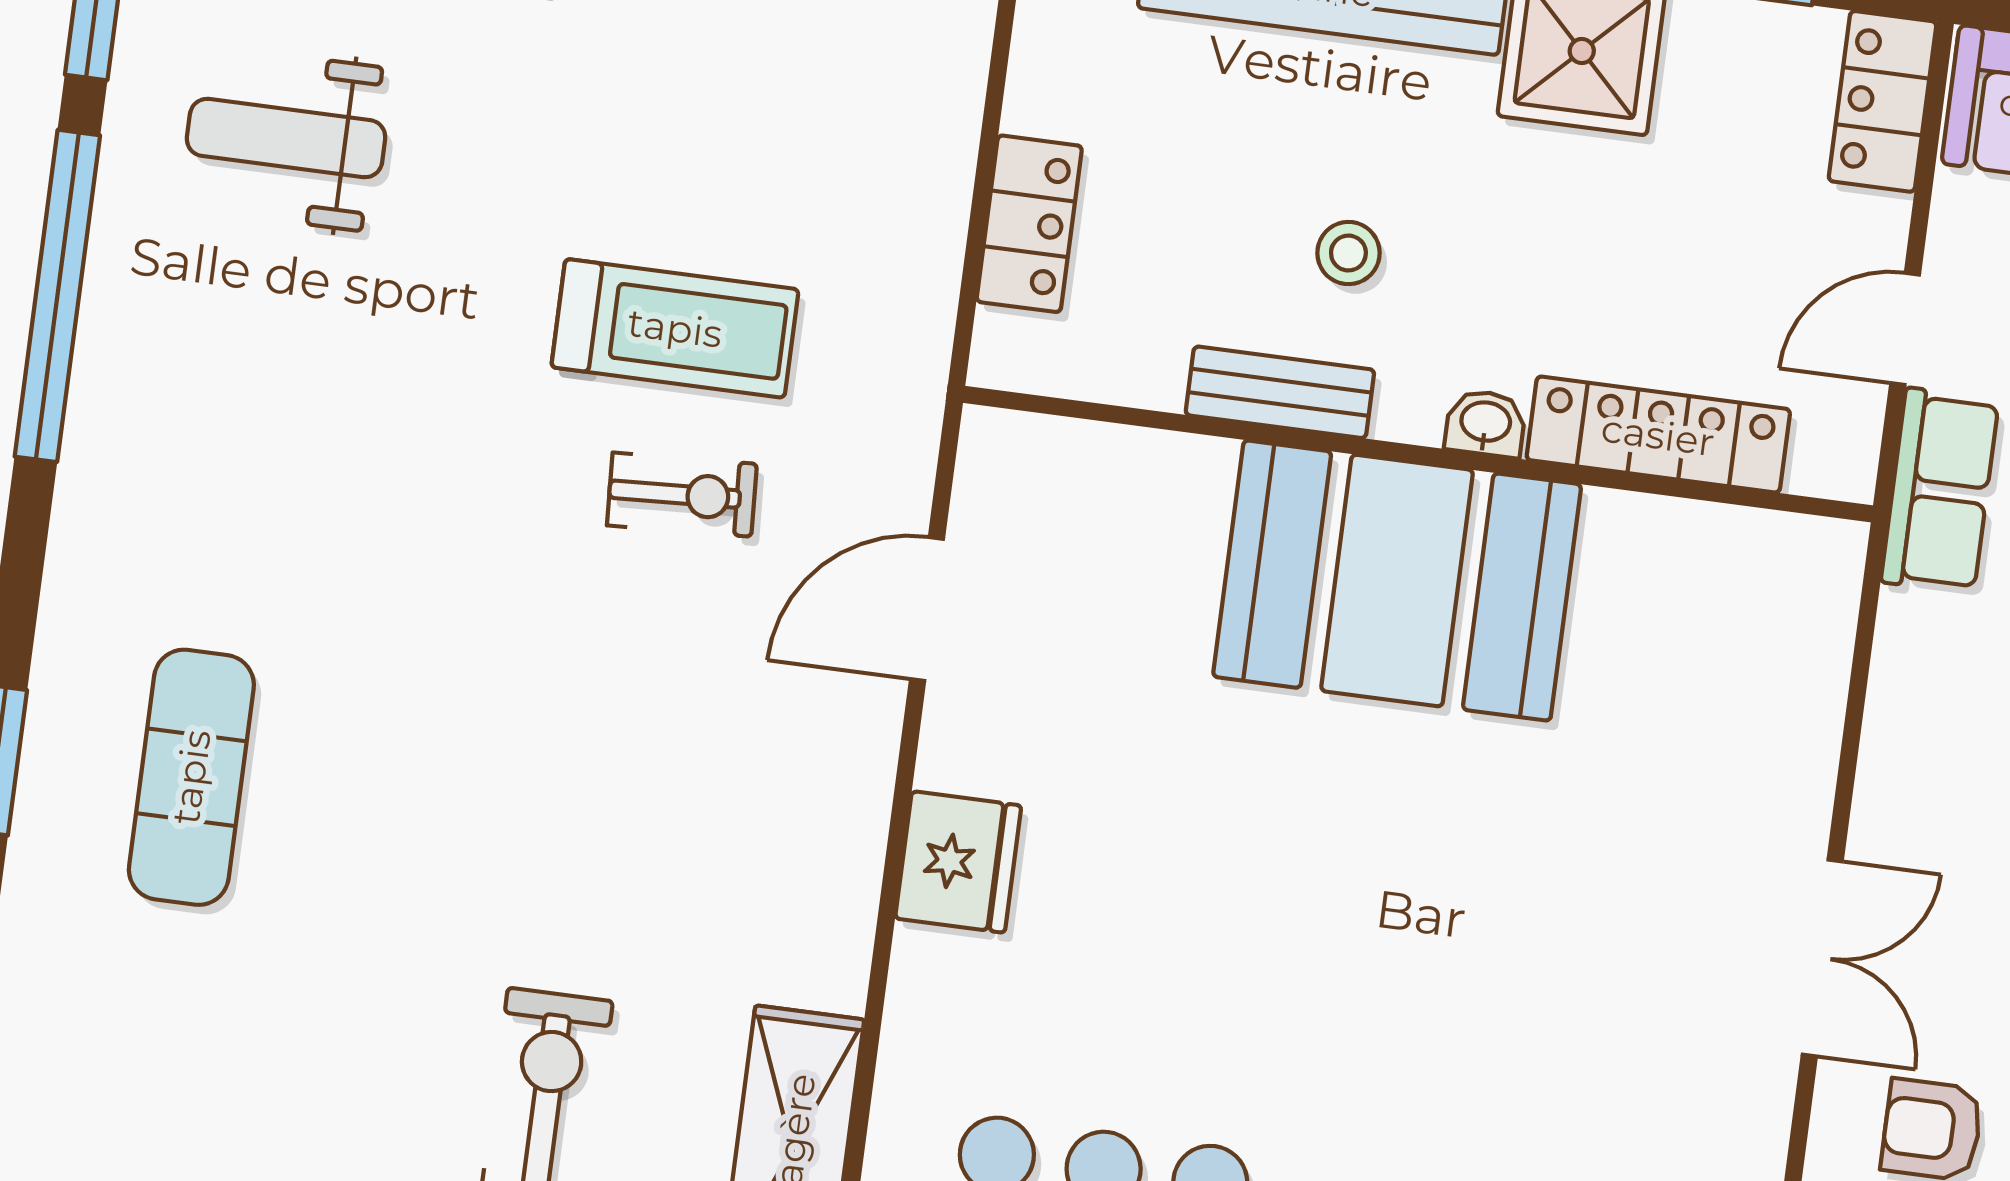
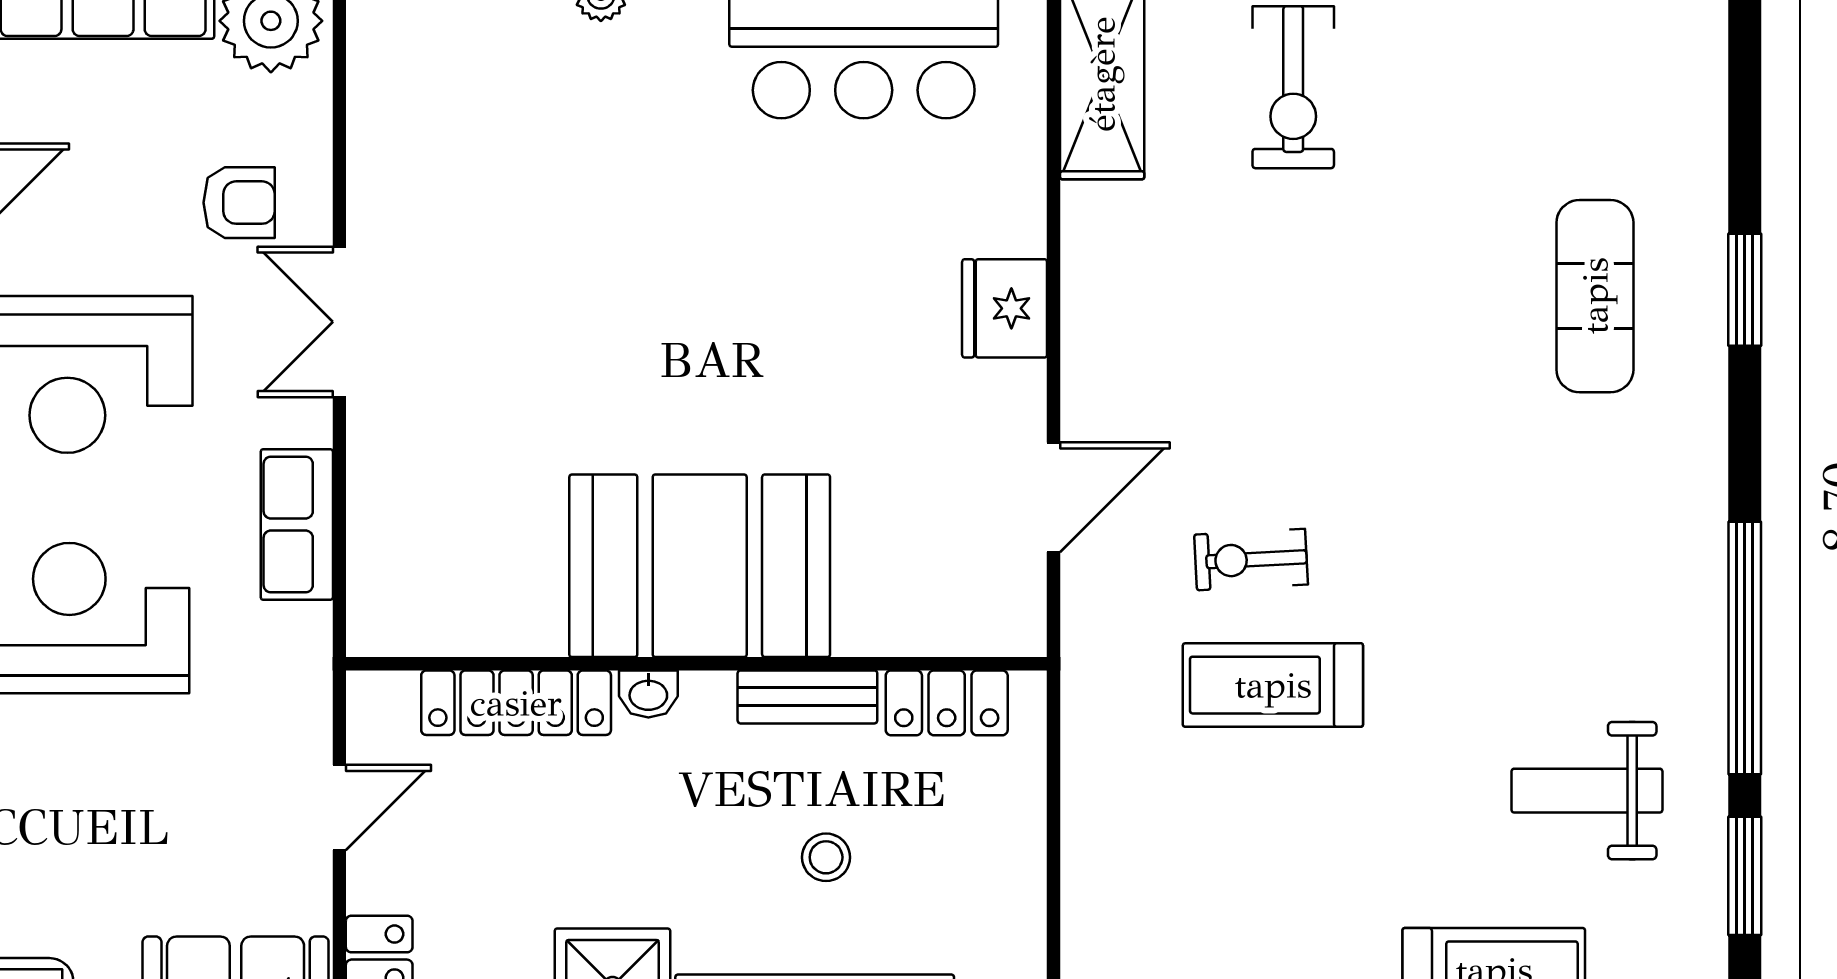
weight bench: (286, 138) -> (1587, 791), turned 180
locker: (1029, 224) -> (947, 703), moved, turned -90
stool: (1348, 253) -> (826, 857), moved
row of seats: (1940, 491) -> (297, 525), moved

